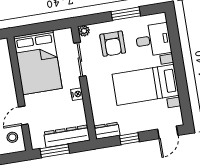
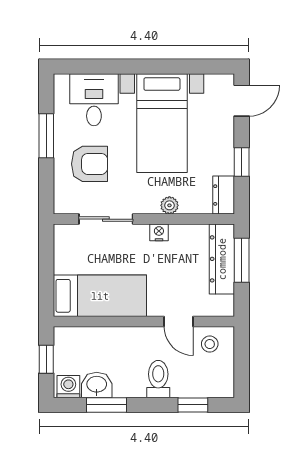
plant: (84, 31) -> (169, 205), moved
bed: (38, 63) -> (100, 296), width x0.67
door: (168, 132) -> (242, 101), hinge flipped
window: (55, 151) -> (242, 260), moved

